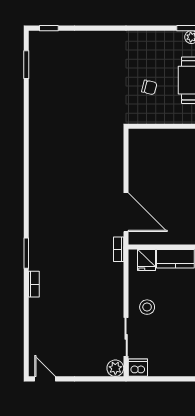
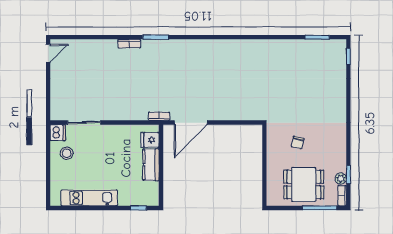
stool: (147, 307) -> (67, 153), moved
plant: (115, 368) -> (57, 113), removed

